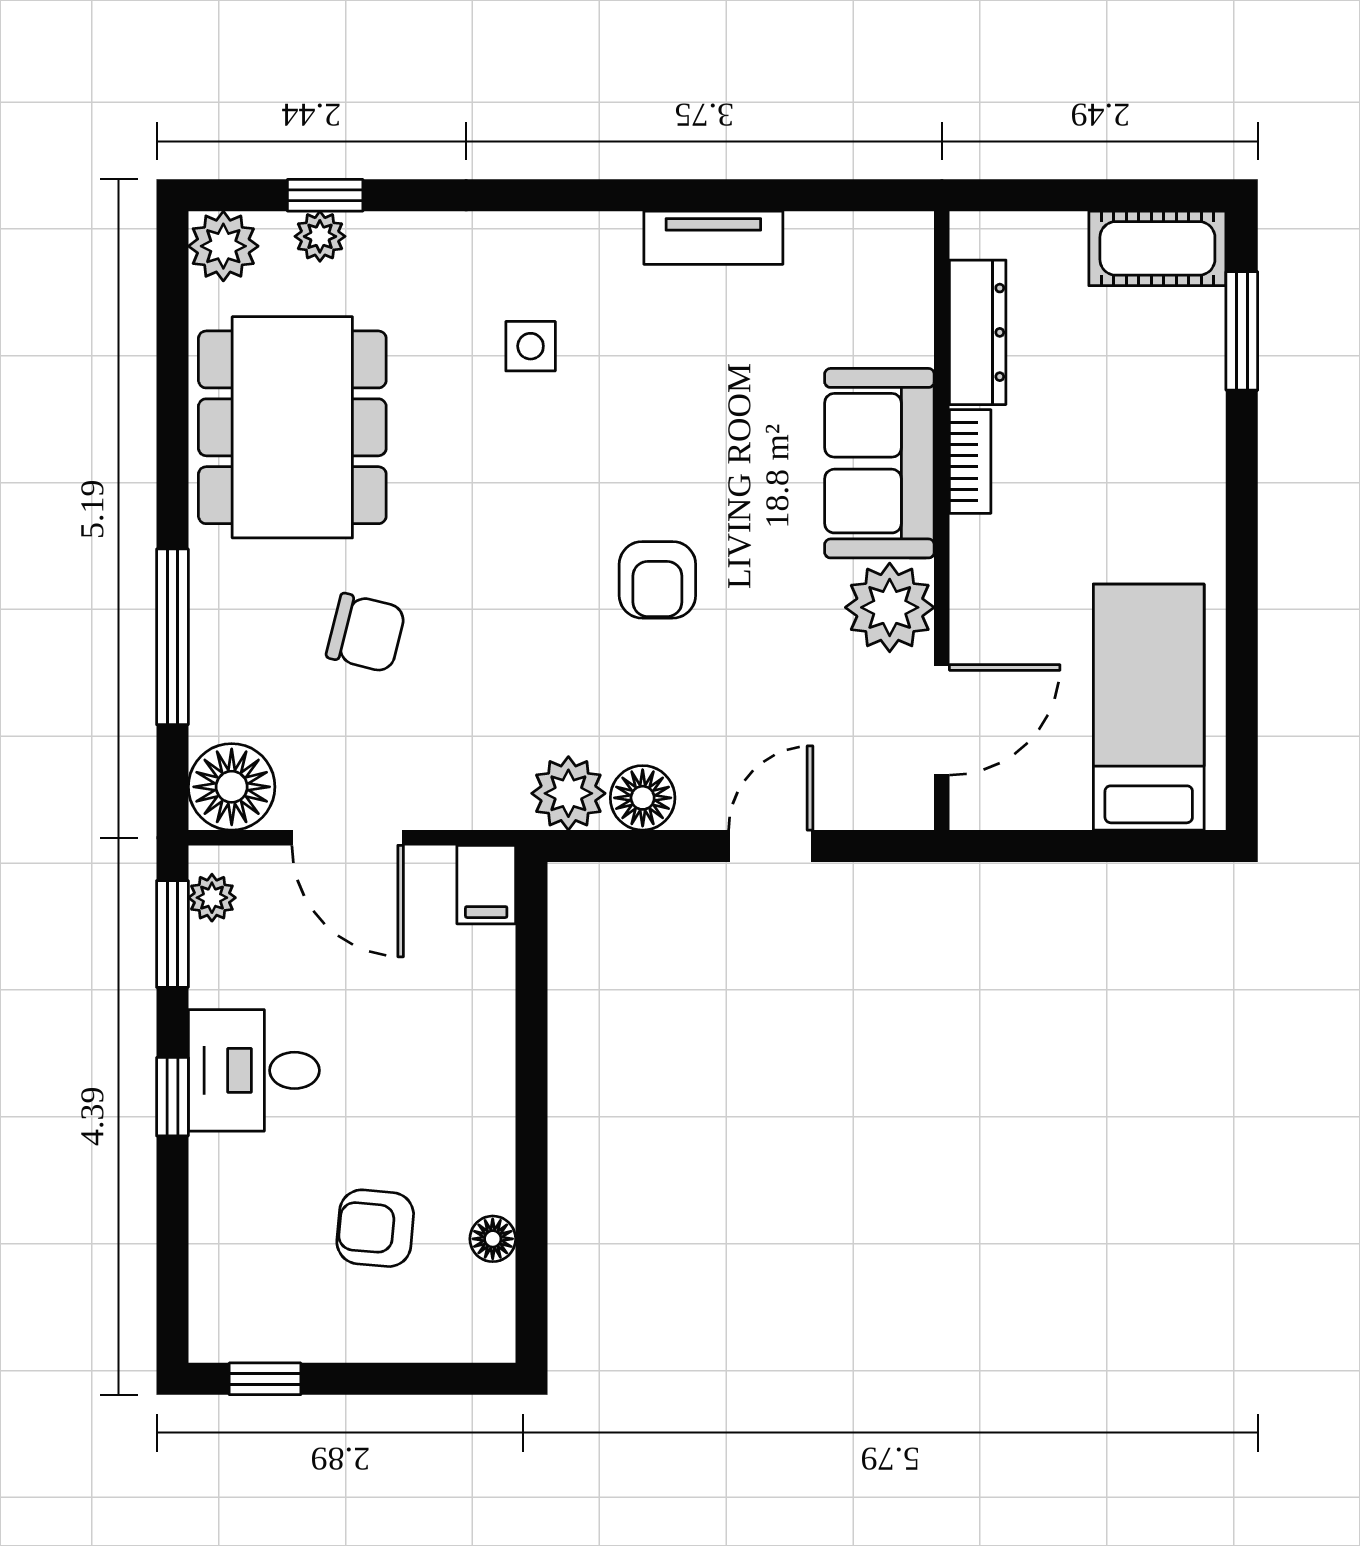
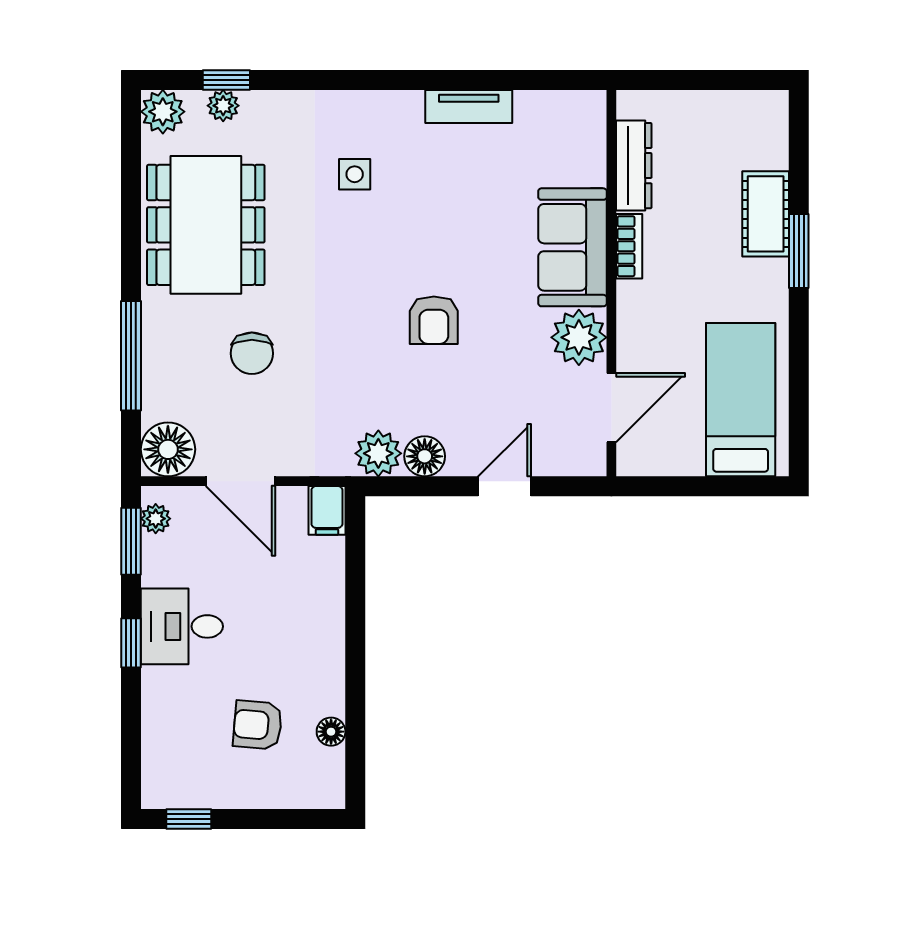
cot: (1157, 248) -> (766, 214), moved, turned 90
window: (1242, 331) -> (799, 251), moved
chair: (366, 633) -> (252, 353), turned 76

